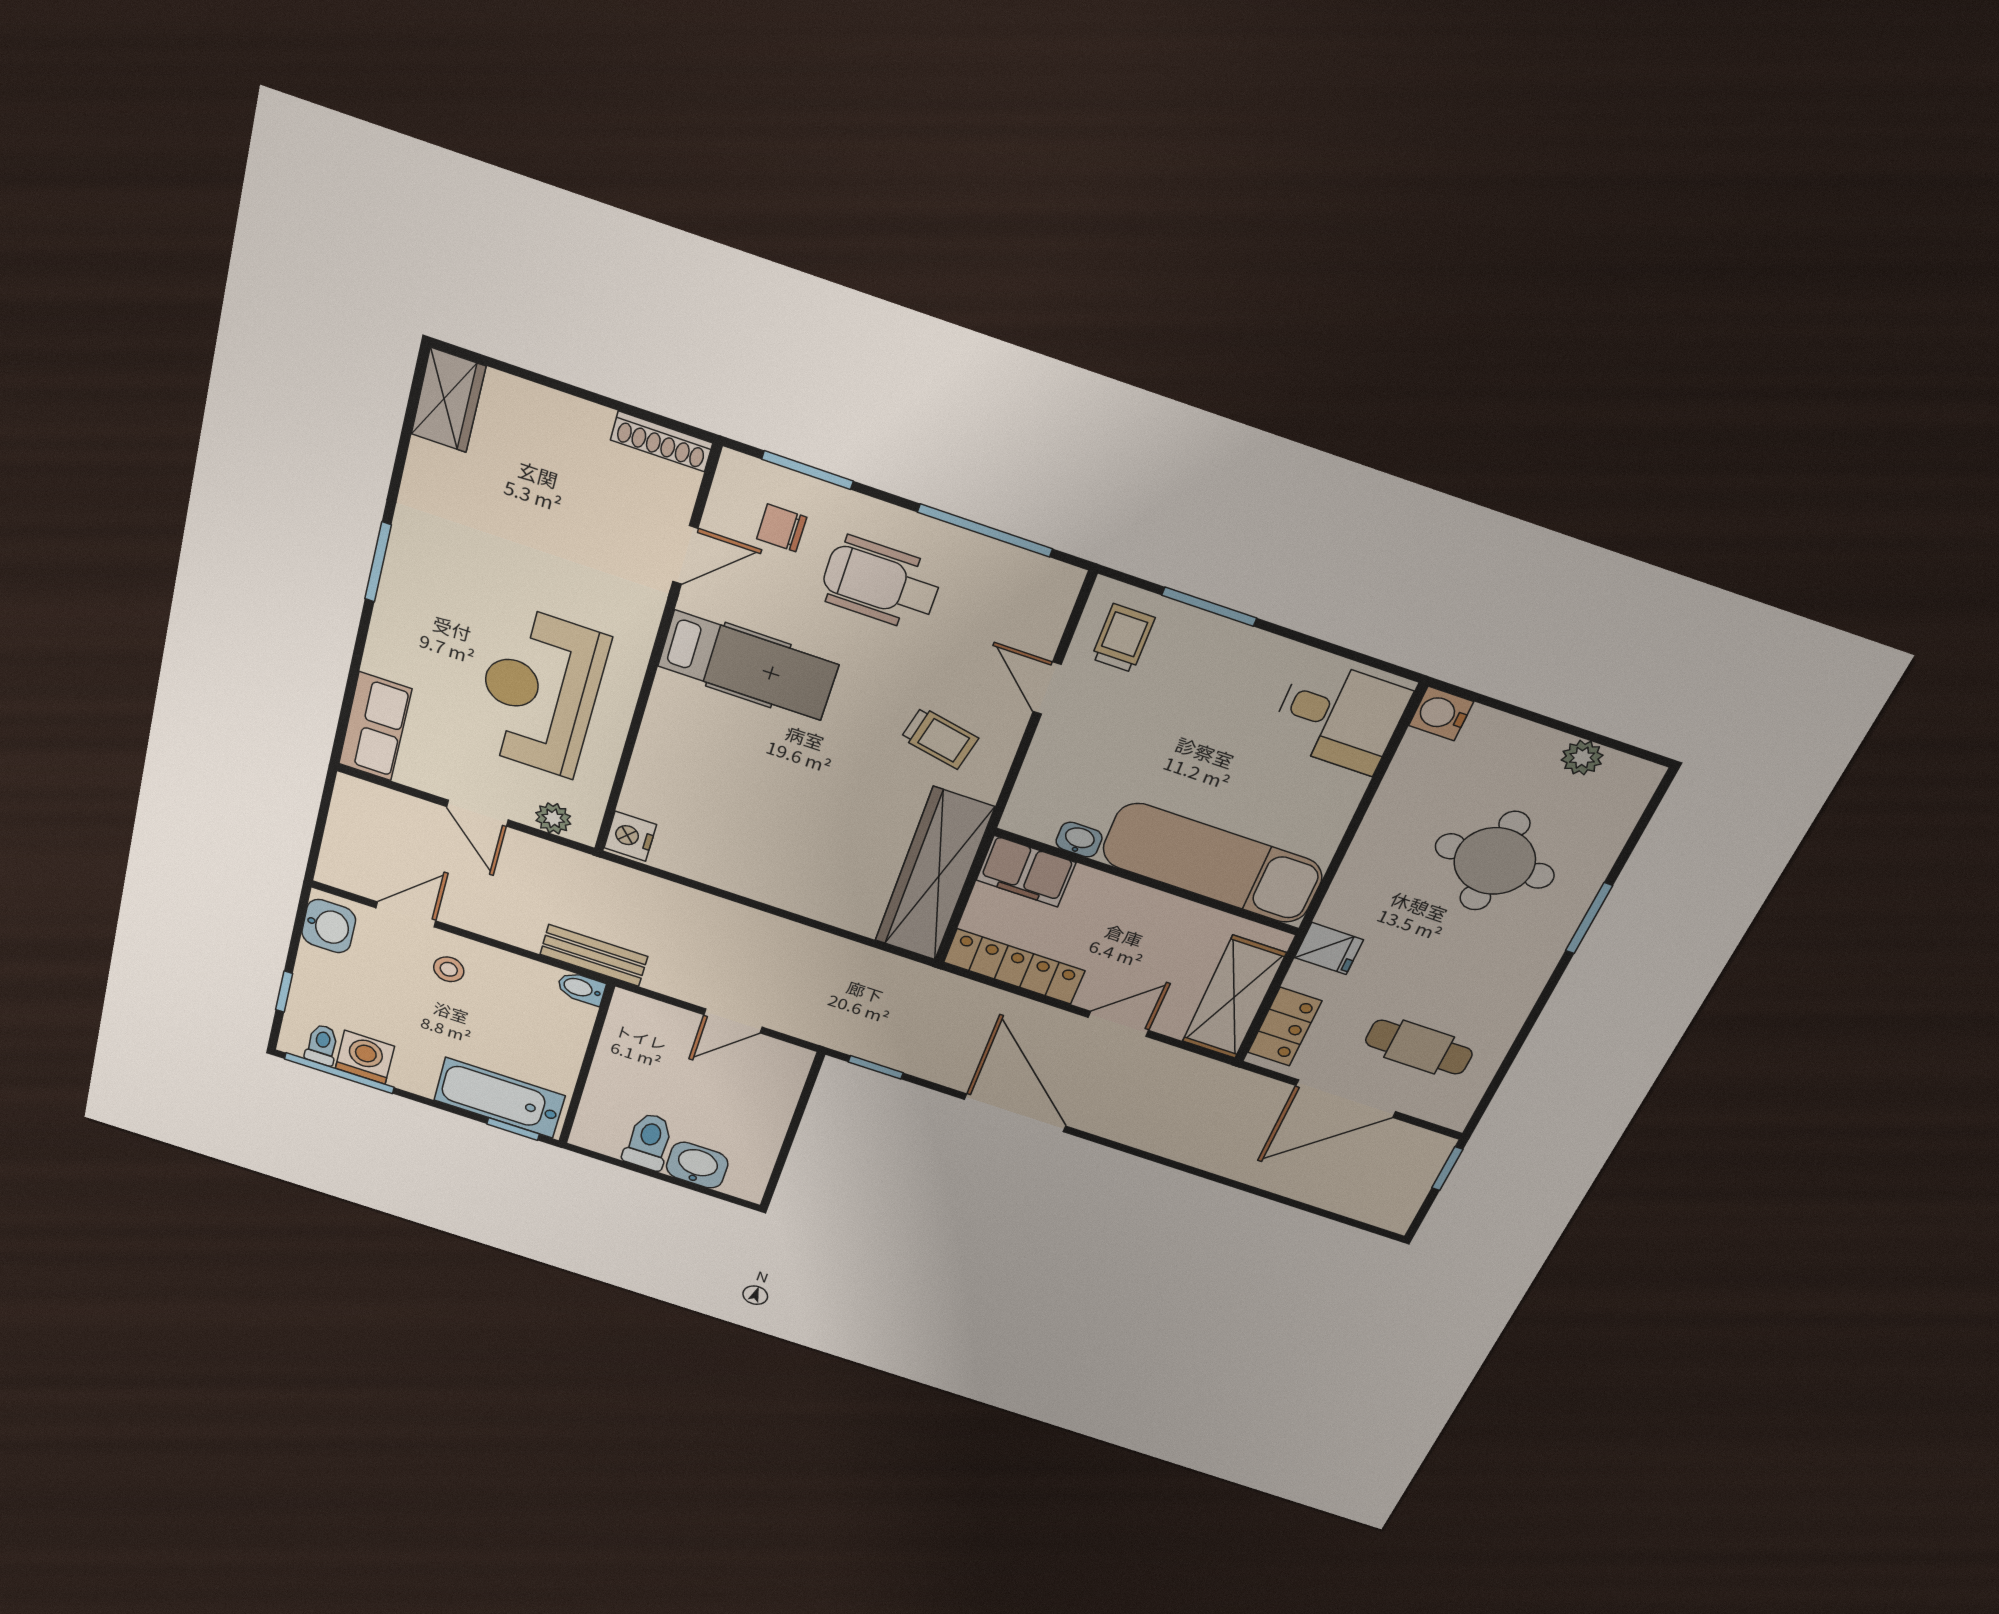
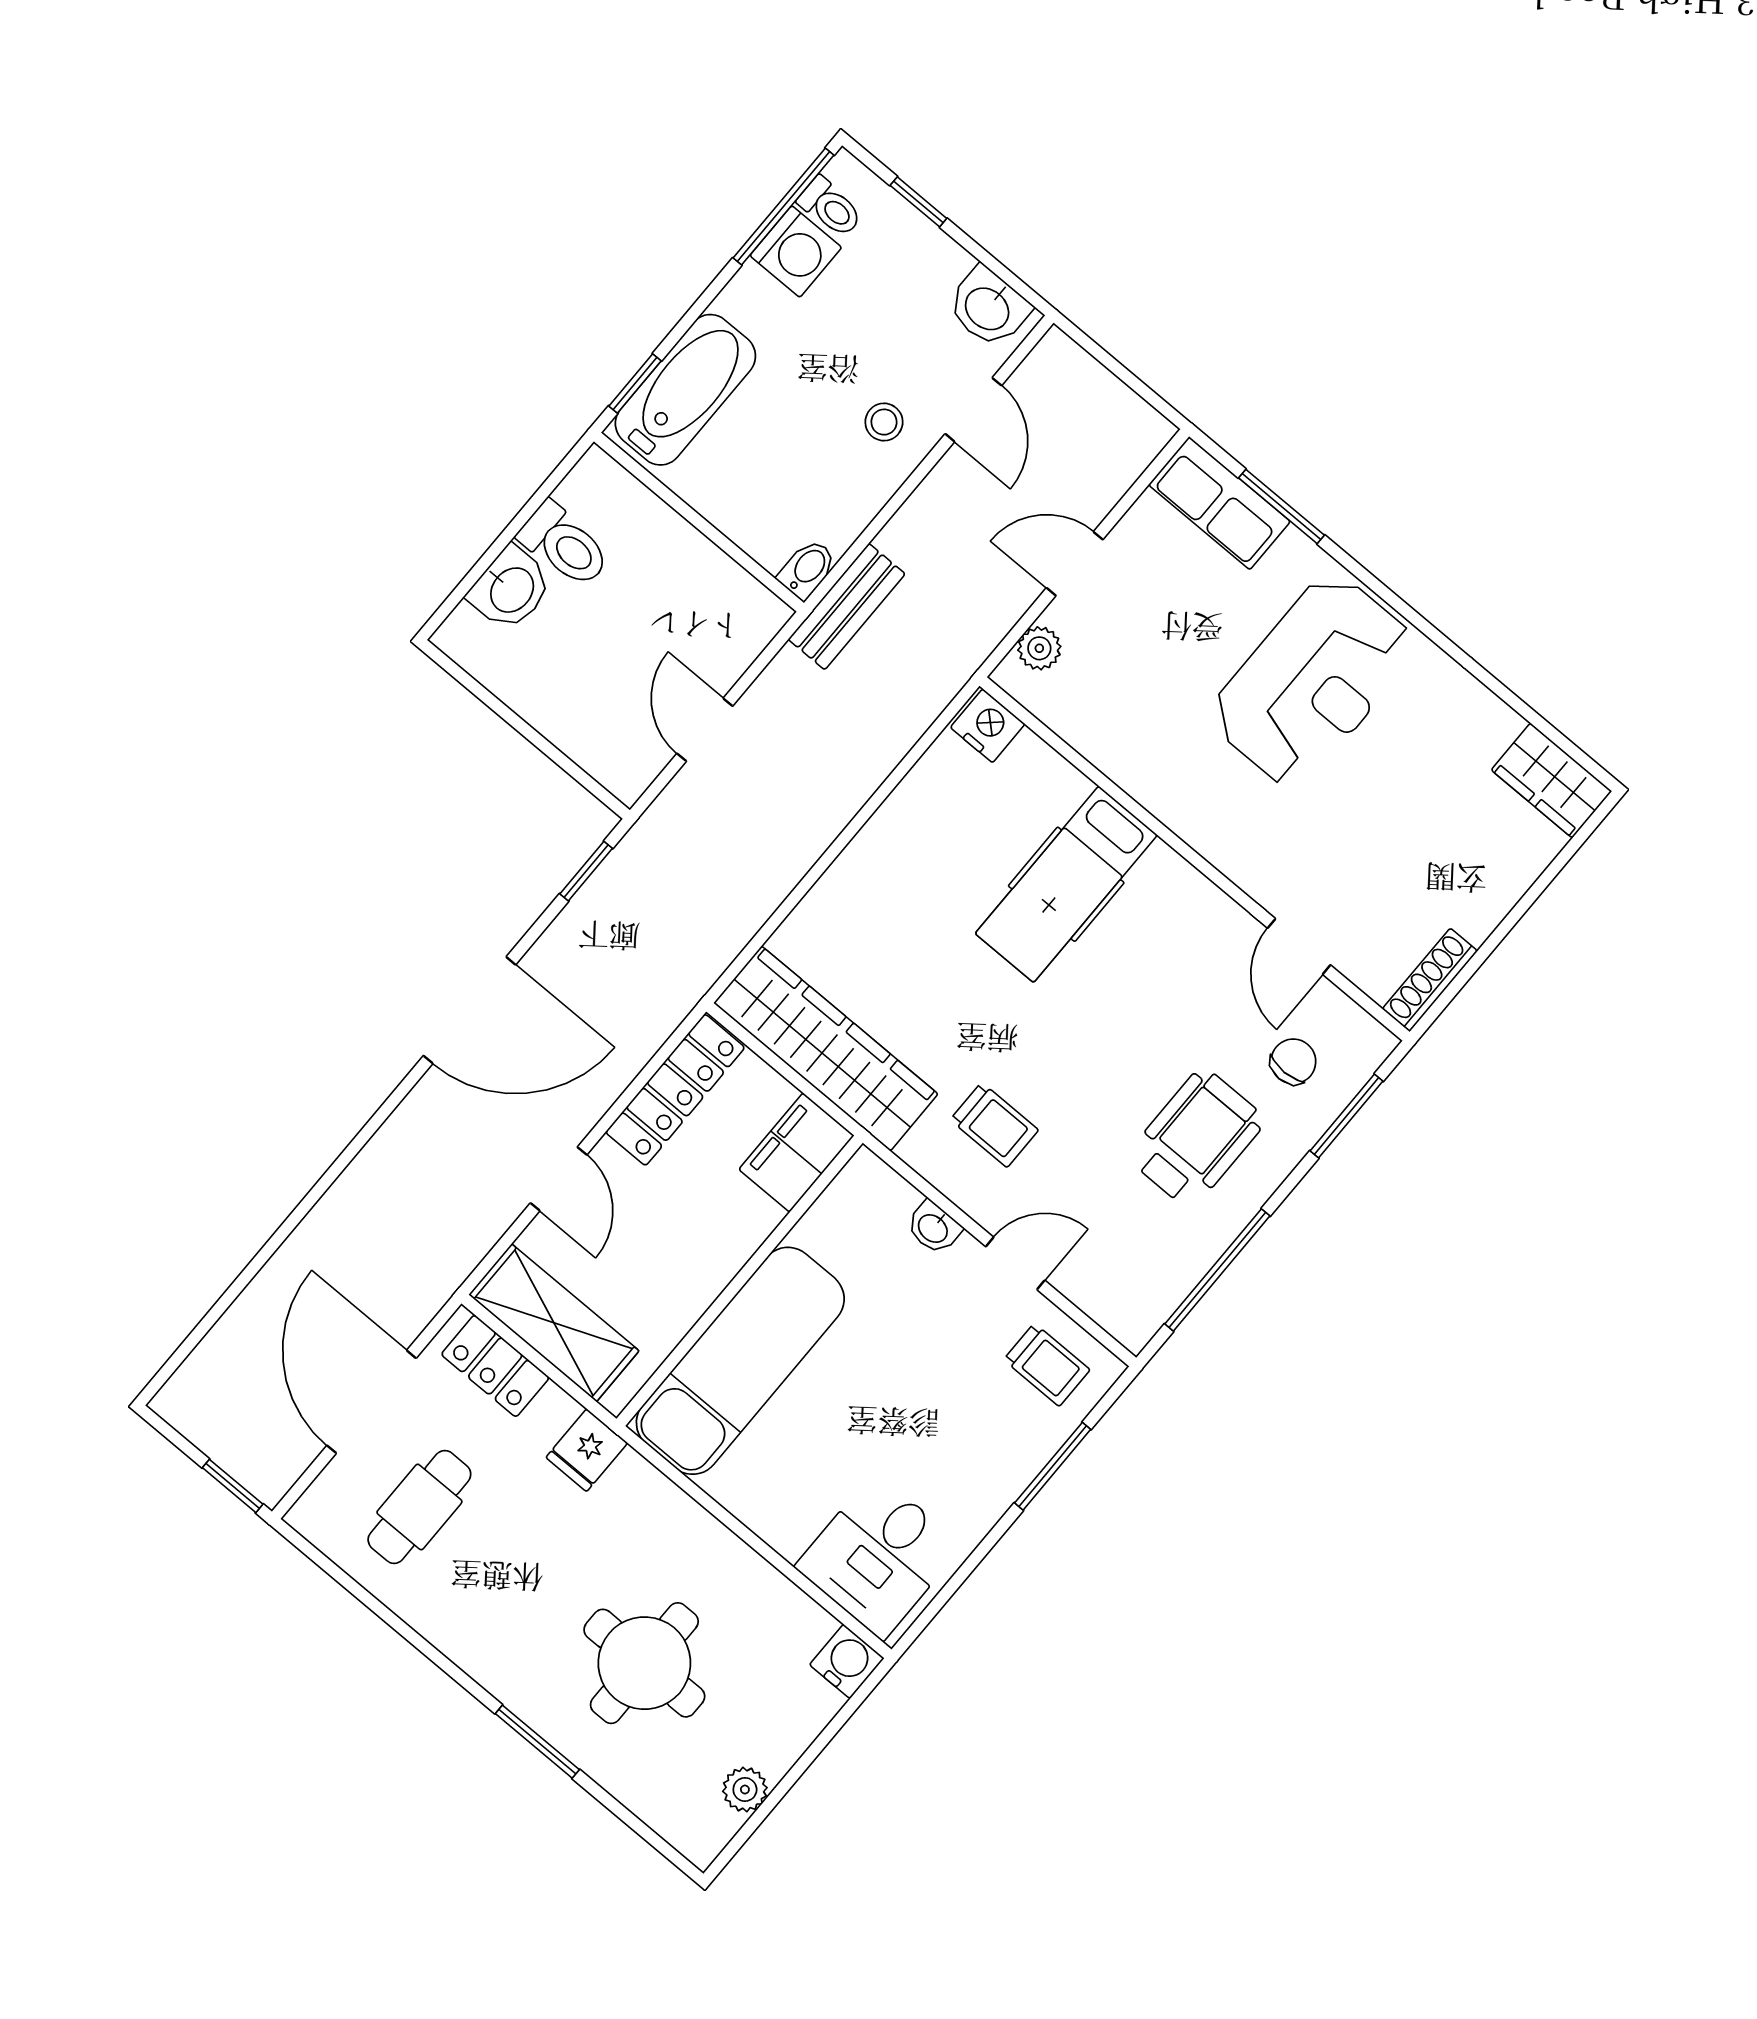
window: (378, 562) -> (1282, 507), moved
hospital bed: (748, 665) -> (1066, 884), moved
reception desk: (539, 692) -> (1313, 681), moved, turned 90
trolley: (940, 738) -> (994, 1125), turned -102
washbasin: (1079, 840) -> (934, 1228), moved, turned 90

